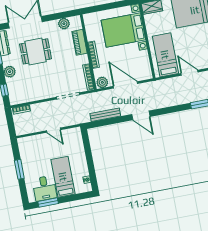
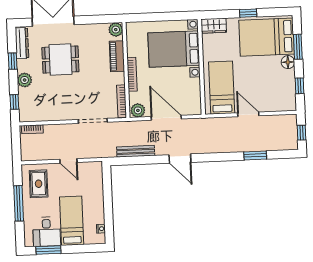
plant: (64, 24) -> (116, 30), moved
rug: (33, 152) -> (39, 184), added
window: (19, 169) -> (19, 203), width x1.44

